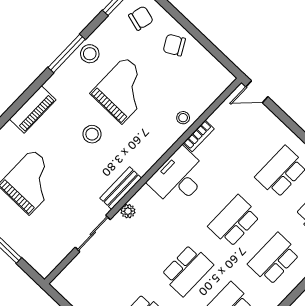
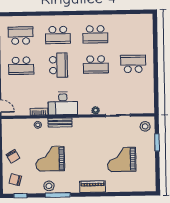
stool: (92, 134) -> (145, 126), moved
bench: (121, 188) -> (60, 123), moved
school desk: (234, 221) -> (58, 65), turned -90
school desk: (187, 270) -> (96, 64), turned 180

